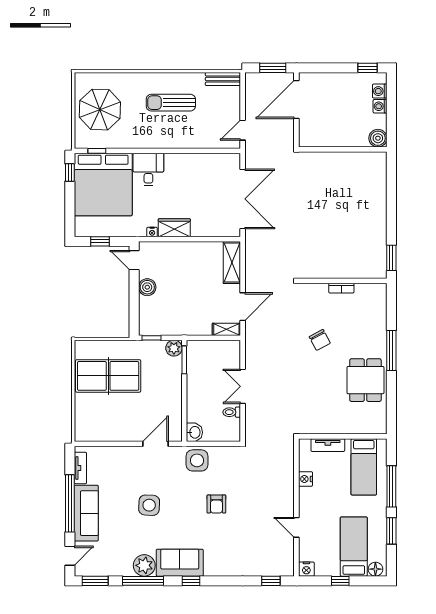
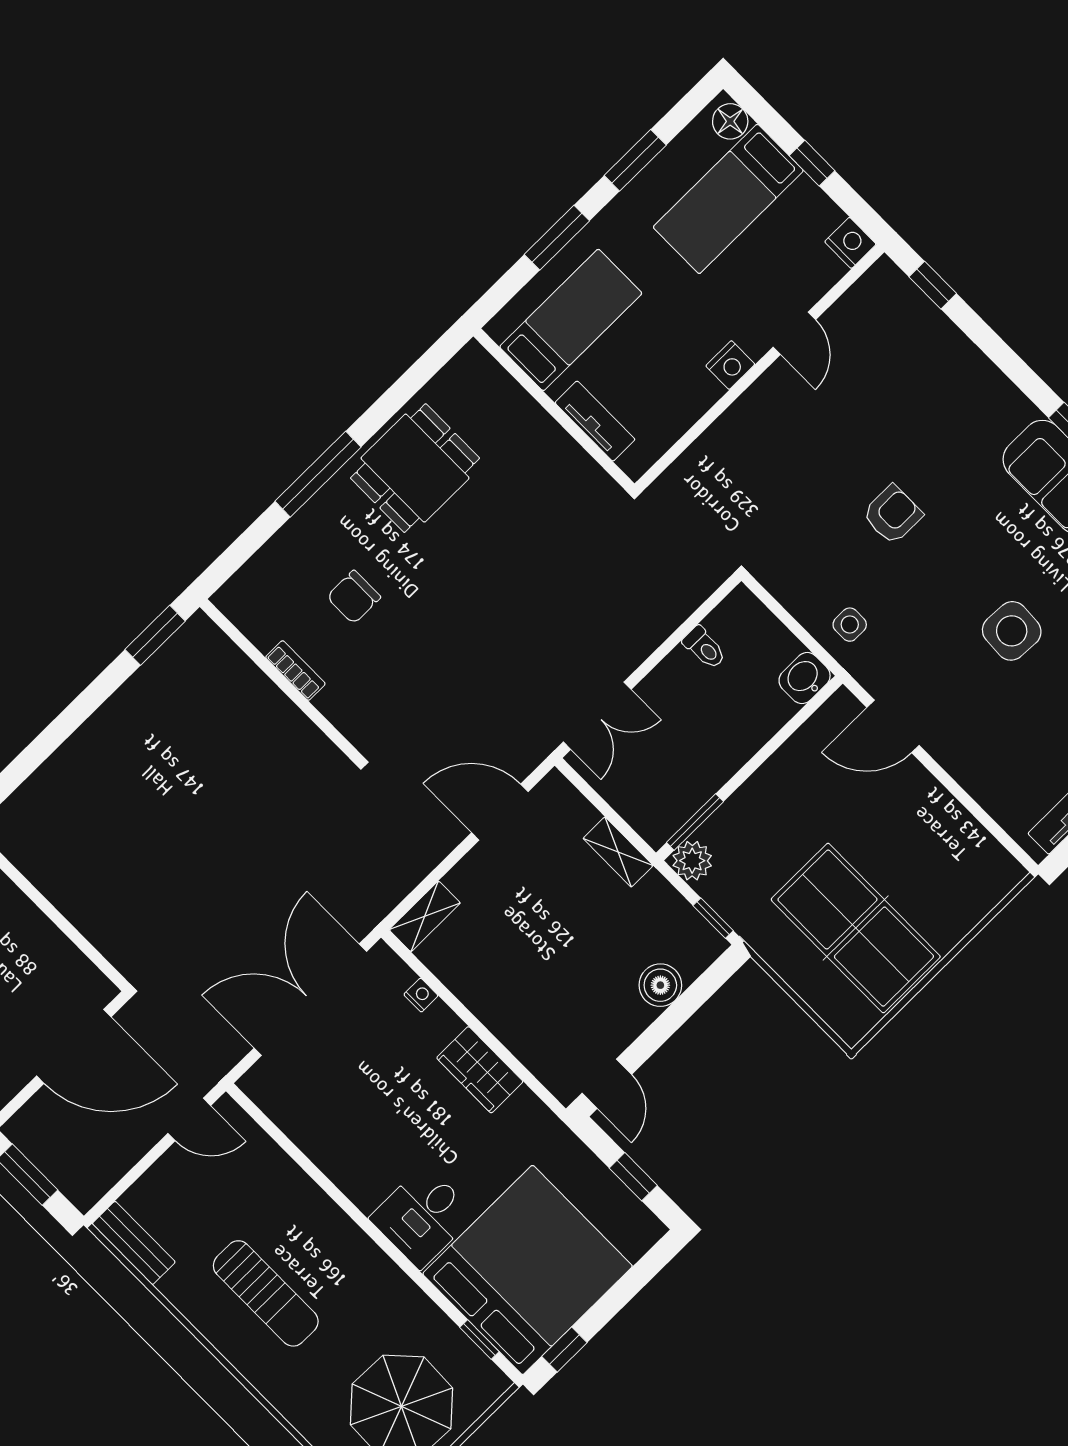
door: (296, 99) -> (74, 1046), moved
nightstand: (152, 232) -> (421, 995), moved
shelving: (232, 263) -> (425, 916), width x0.67, depth x0.75
boiler: (147, 287) -> (660, 985), moved
shelving: (226, 329) -> (618, 852), moved
chair: (320, 340) -> (354, 597), moved, turned -152
double door: (243, 386) -> (597, 716), moved
side table: (197, 460) -> (850, 625), width x0.54, depth x0.54
nightstand: (305, 479) -> (730, 365), moved
window: (391, 486) -> (557, 238), width x0.69

